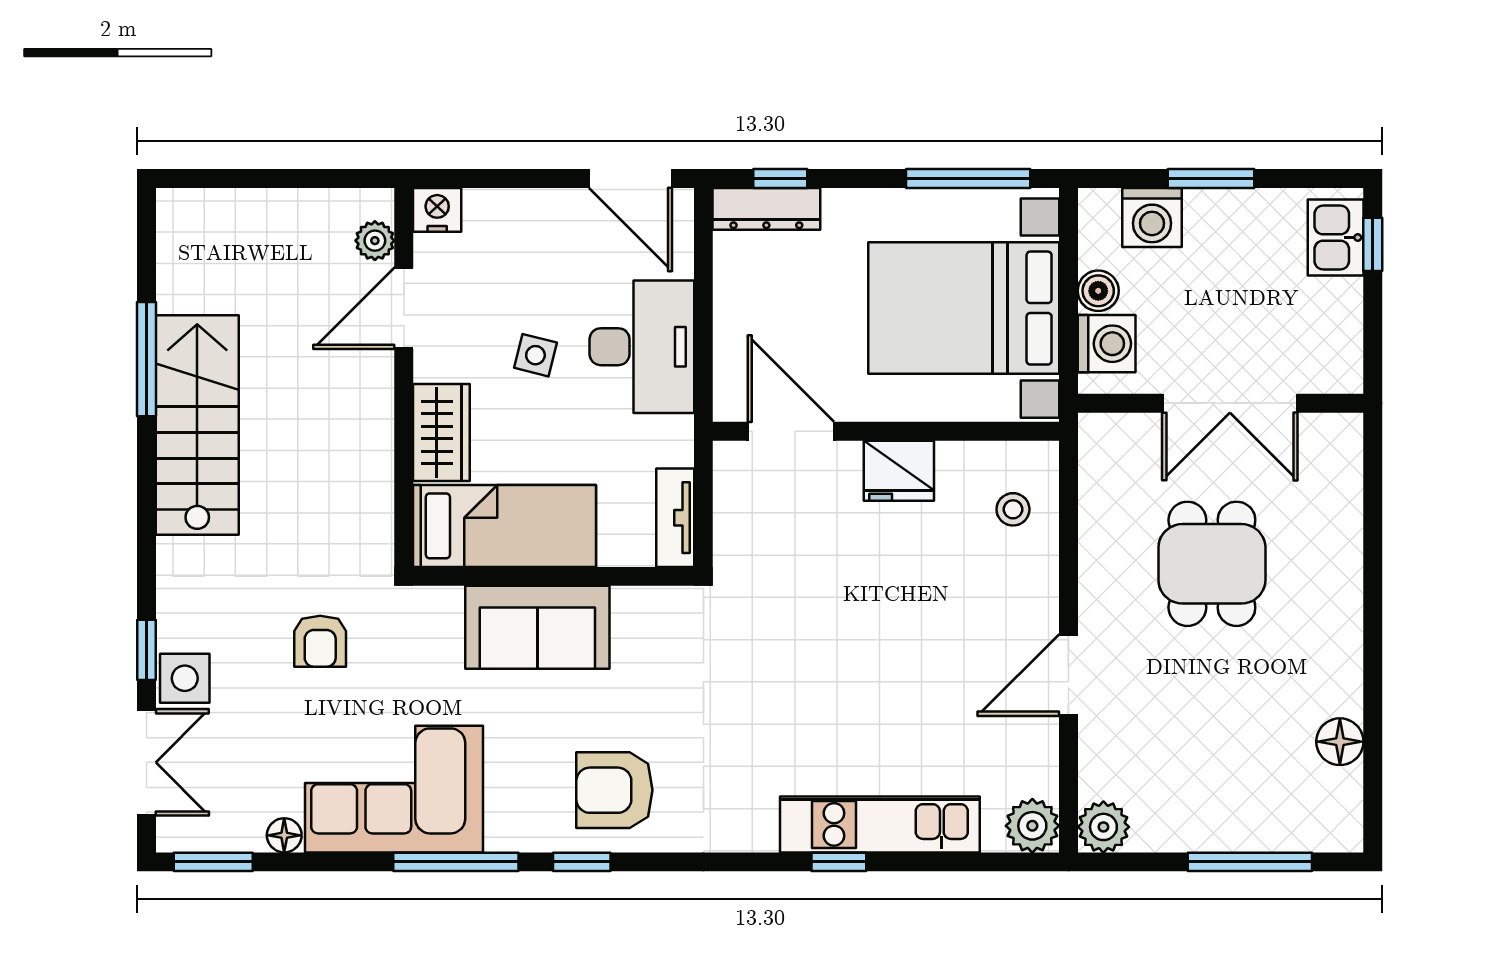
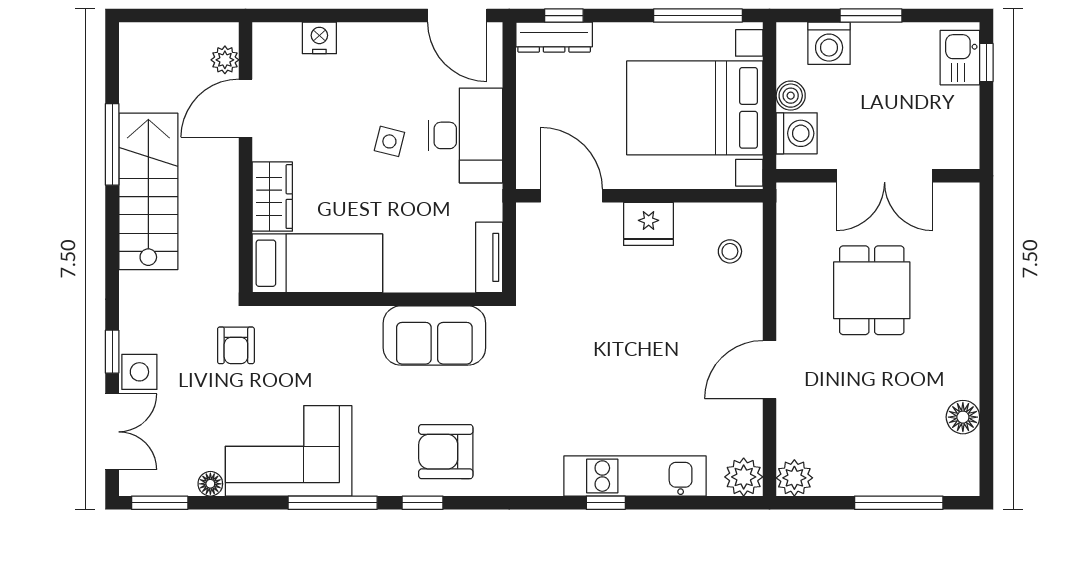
plant: (375, 241) -> (225, 60), moved
door: (404, 308) -> (246, 108), moved
wall: (404, 377) -> (246, 157), moved
wardrobe: (441, 432) -> (272, 197), moved
bed: (505, 526) -> (317, 263), moved
sofa: (537, 627) -> (434, 336), moved

